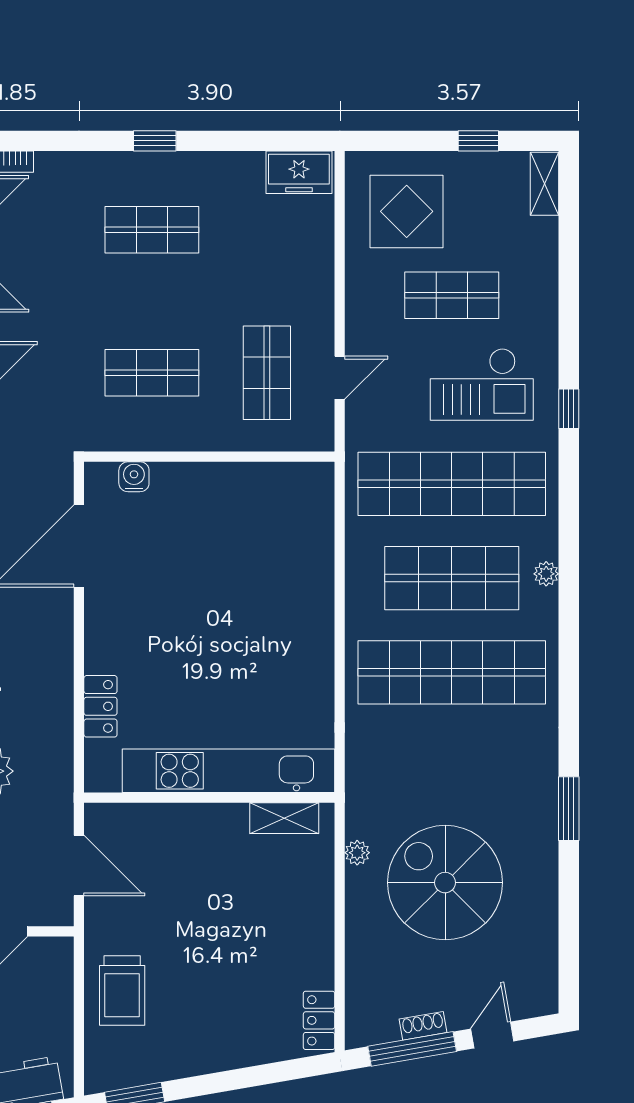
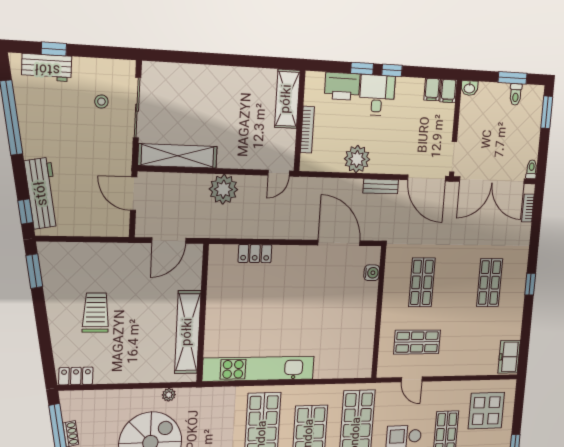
kitchen unit: (229, 771) -> (259, 369), moved, turned -90
shelving: (284, 818) -> (188, 332), width x2.20, depth x1.33
trolley: (122, 990) -> (96, 313), moved, turned 90

